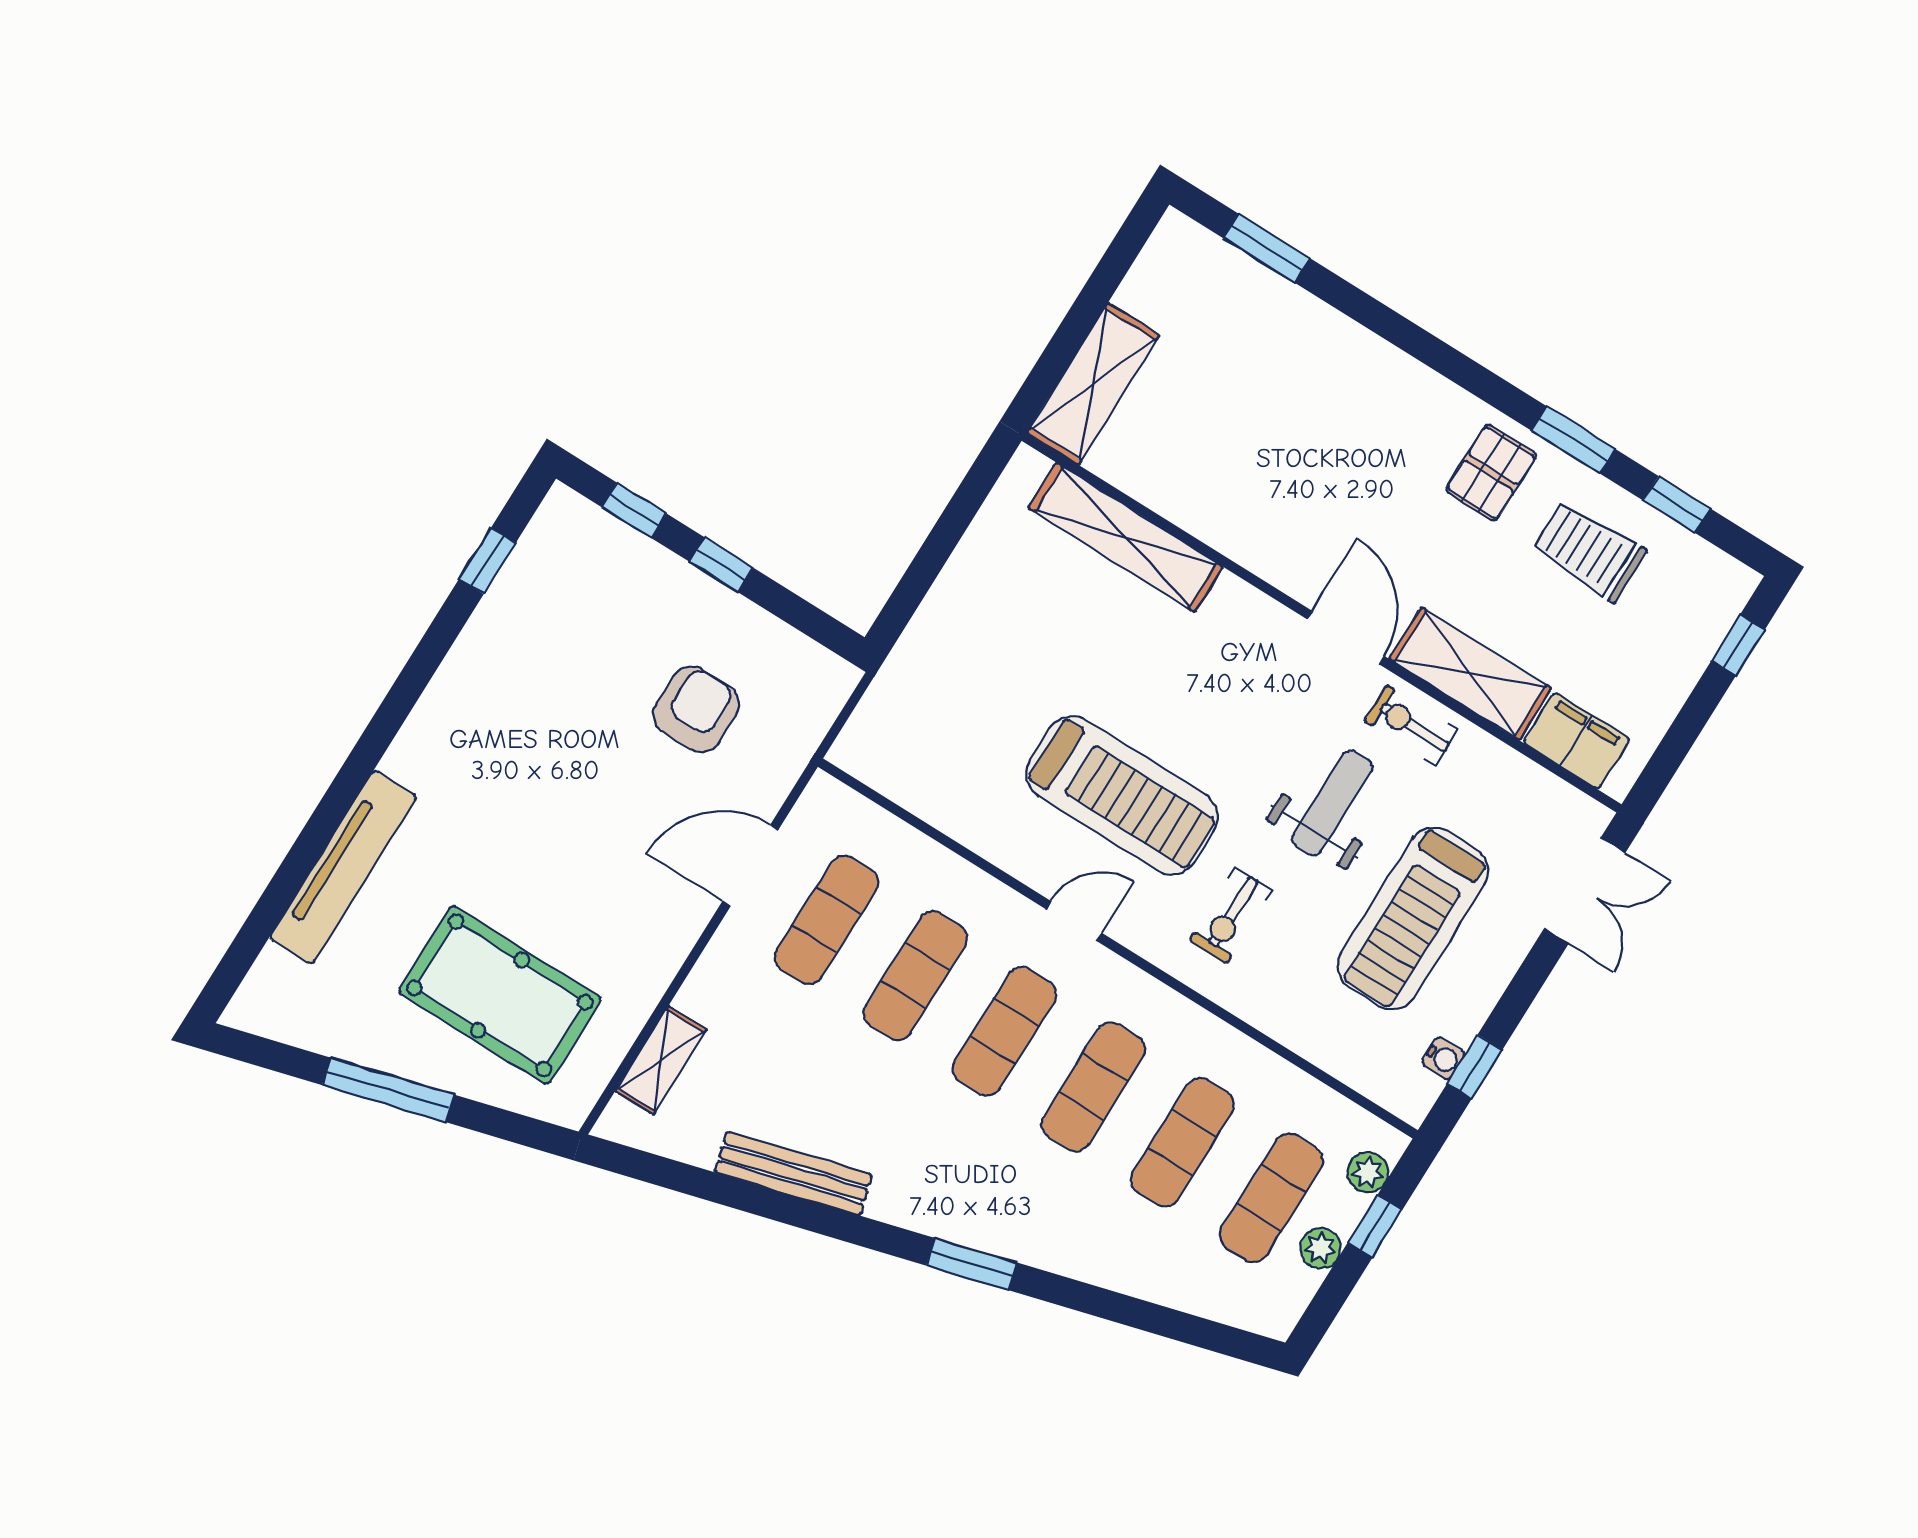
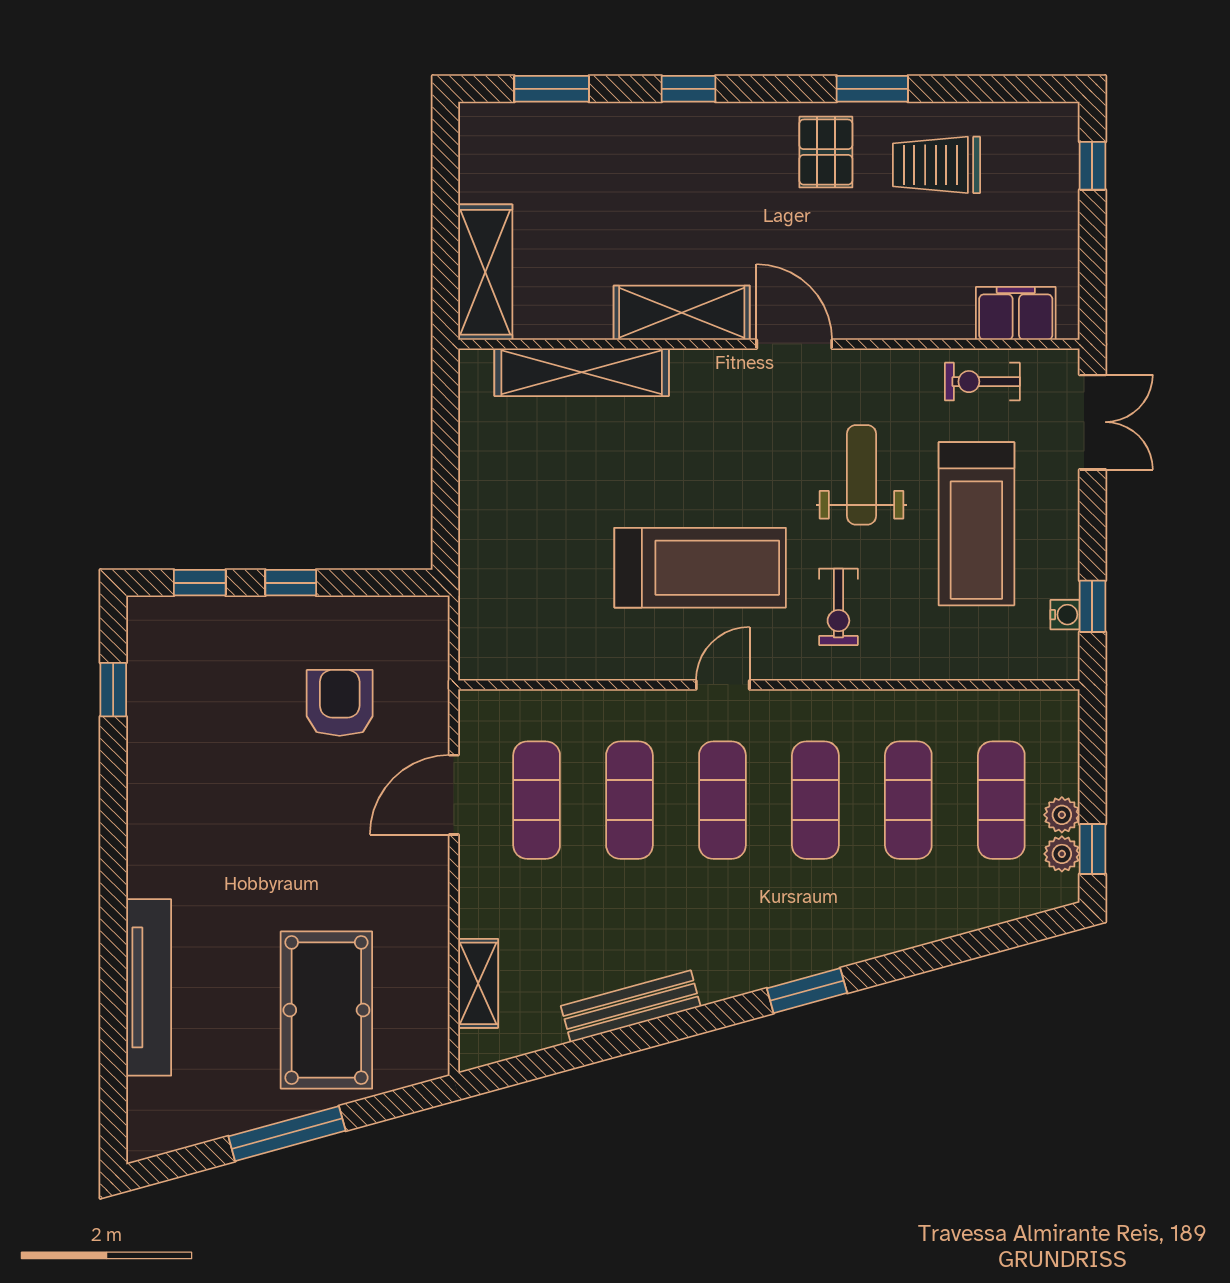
window: (1677, 504) -> (688, 89), moved
shelving: (1470, 674) -> (682, 313), moved
exercise bike: (1411, 725) -> (982, 382), moved
pool table: (500, 995) -> (326, 1010), turned 90
plant: (1368, 1172) -> (1062, 854), moved
window: (1375, 1226) -> (1092, 849), moved

